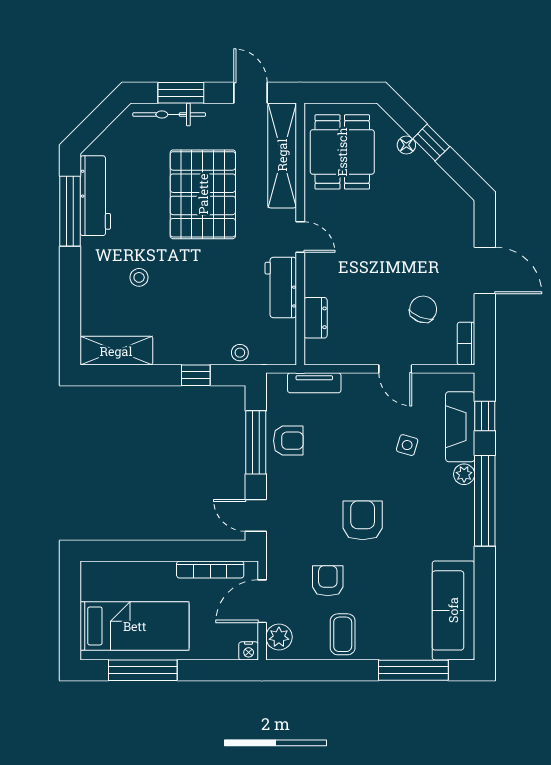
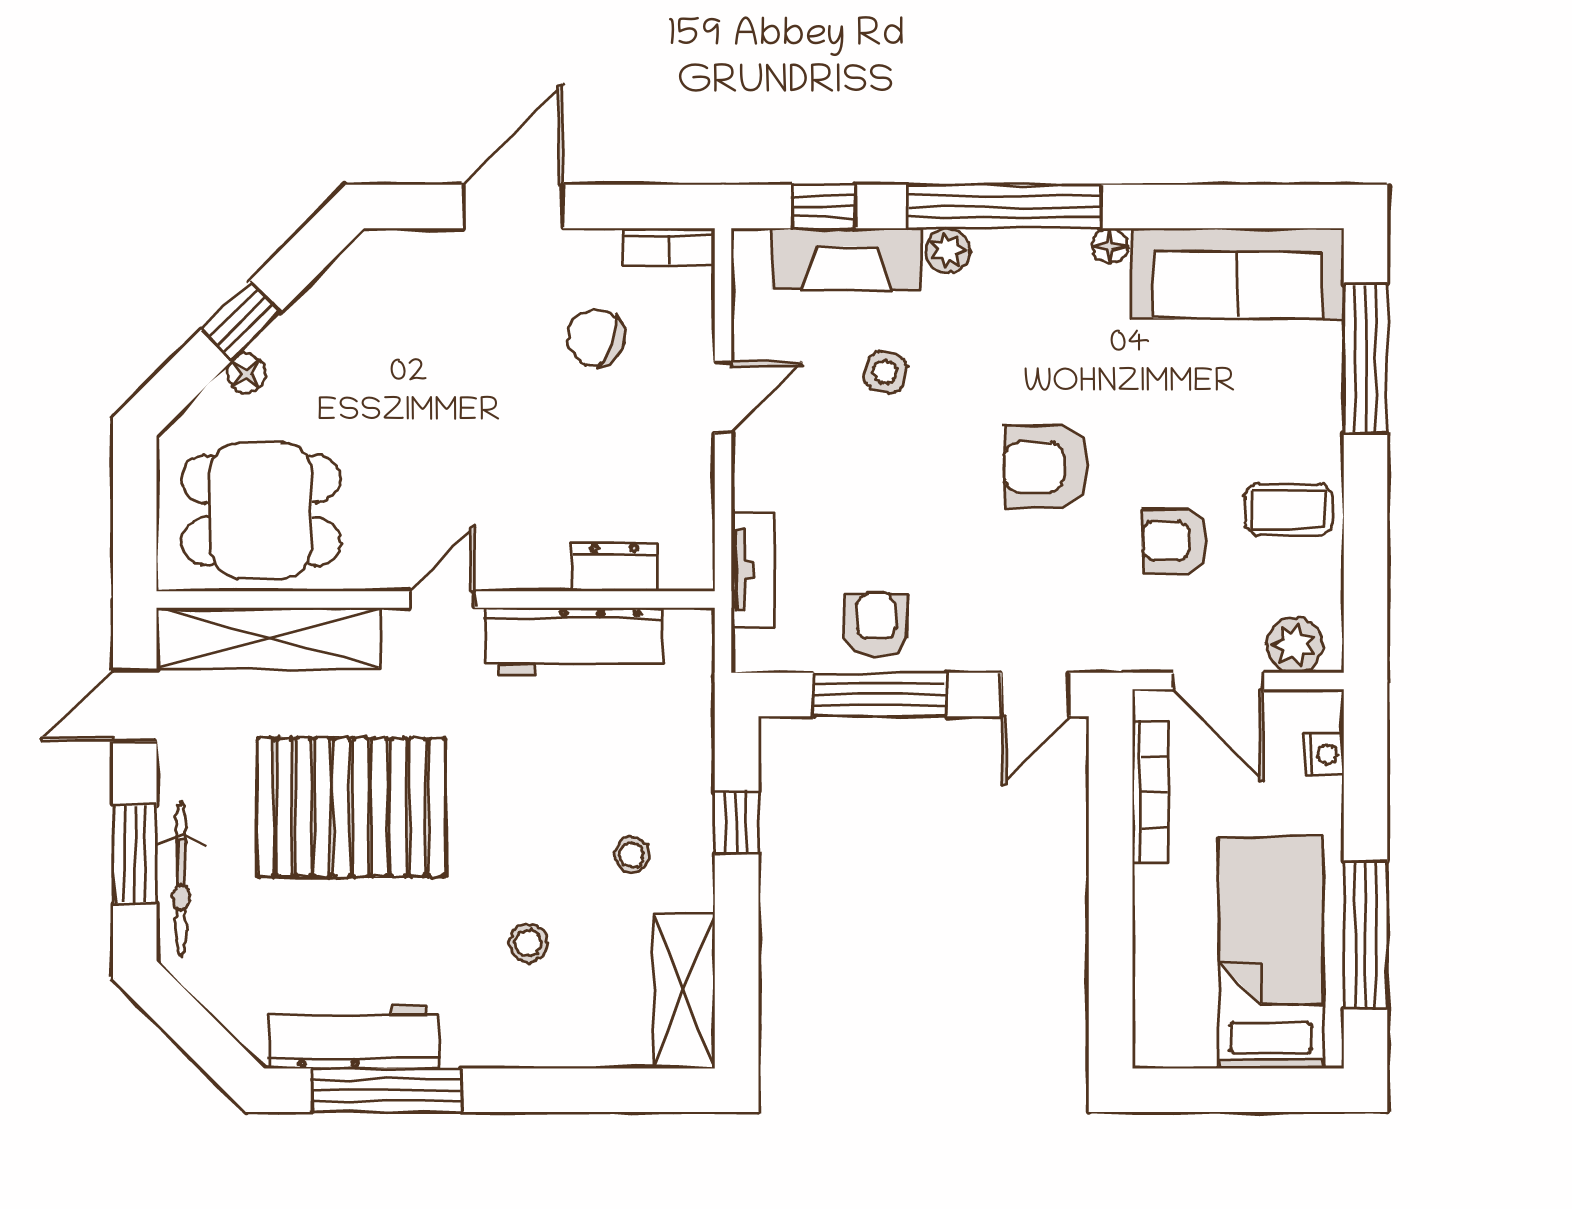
workbench: (281, 287) -> (574, 641), width x1.38
stool: (240, 353) -> (632, 855), moved
floor lamp: (466, 550) -> (1110, 246), added
nightstand: (249, 651) -> (1324, 754), moved

